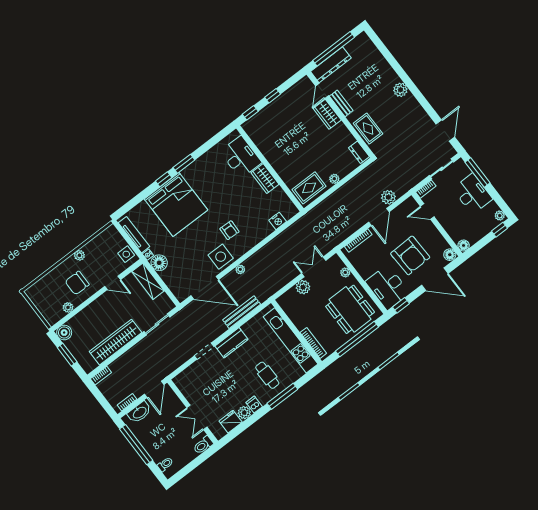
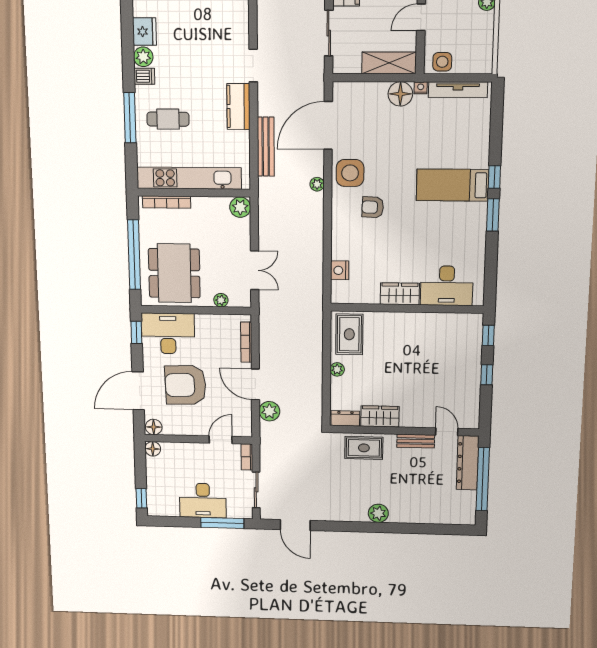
wardrobe: (327, 114) -> (380, 416), moved
bed: (176, 204) -> (453, 185), width x0.49
plant: (500, 216) -> (157, 510), removed
plant: (303, 287) -> (240, 207), moved
dining table: (350, 309) -> (174, 273), turned 90

